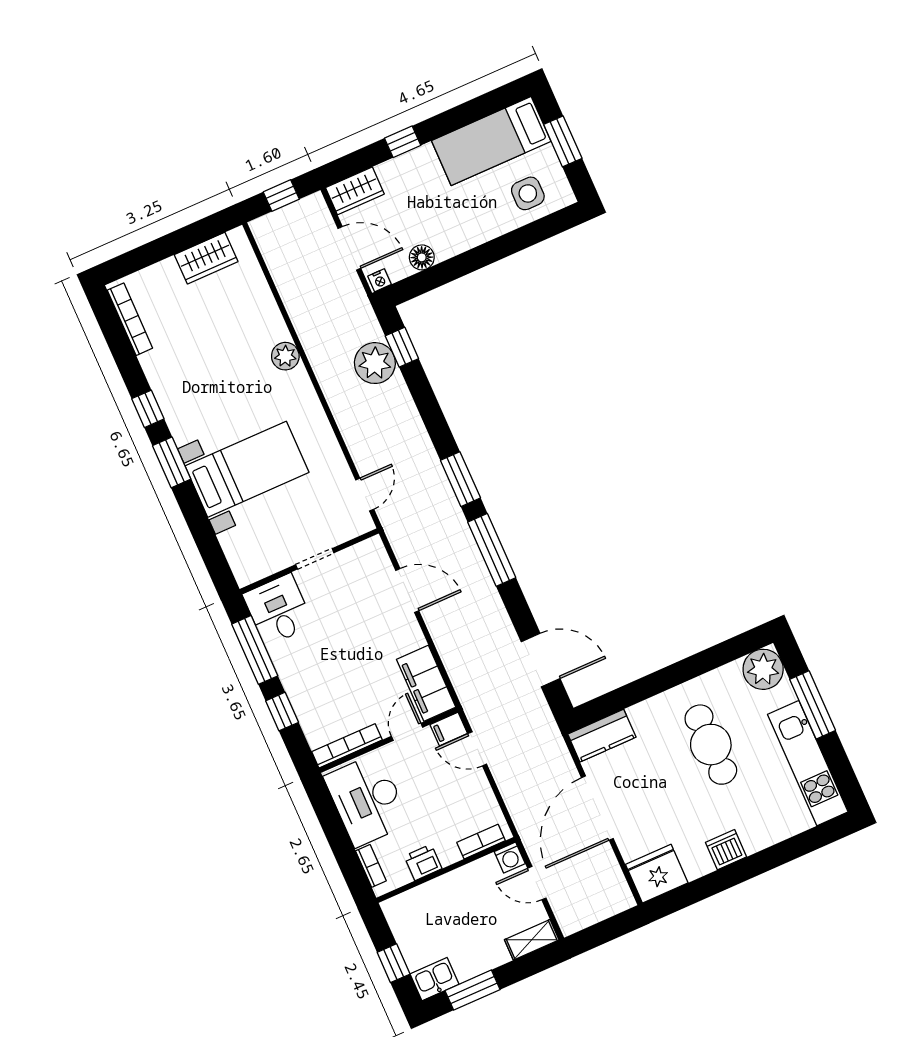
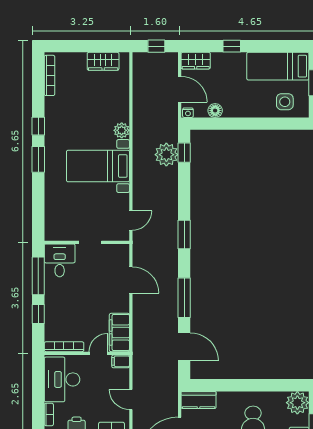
bed with nightstands: (247, 469) -> (98, 166), moved, turned 180
window: (492, 550) -> (184, 298), moved
door: (477, 749) -> (131, 399), moved

